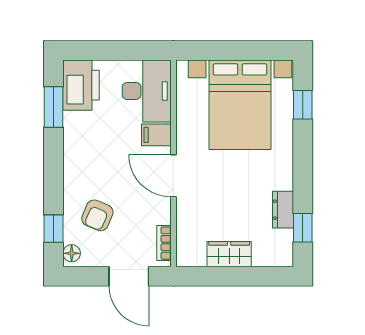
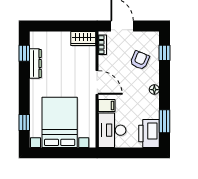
dresser: (283, 210) -> (35, 63), width x1.44
floor lamp: (72, 253) -> (154, 90), moved
wardrobe: (229, 254) -> (83, 38), moved

